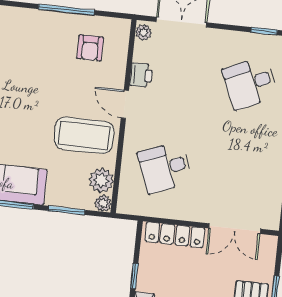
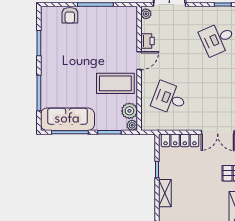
armchair: (90, 48) -> (70, 15), moved
door: (125, 104) -> (139, 61), swing flipped
desk: (165, 167) -> (169, 98), turned 42

